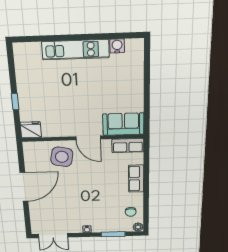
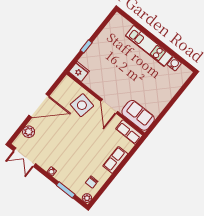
plant: (36, 214) -> (29, 132), added

